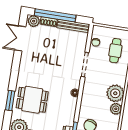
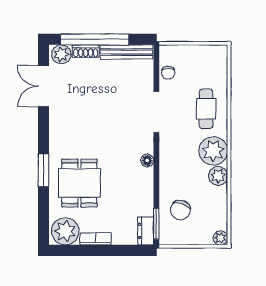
cafe table: (115, 51) -> (206, 109), moved
window: (10, 100) -> (44, 170), moved
dining table: (32, 100) -> (79, 183), turned 90

